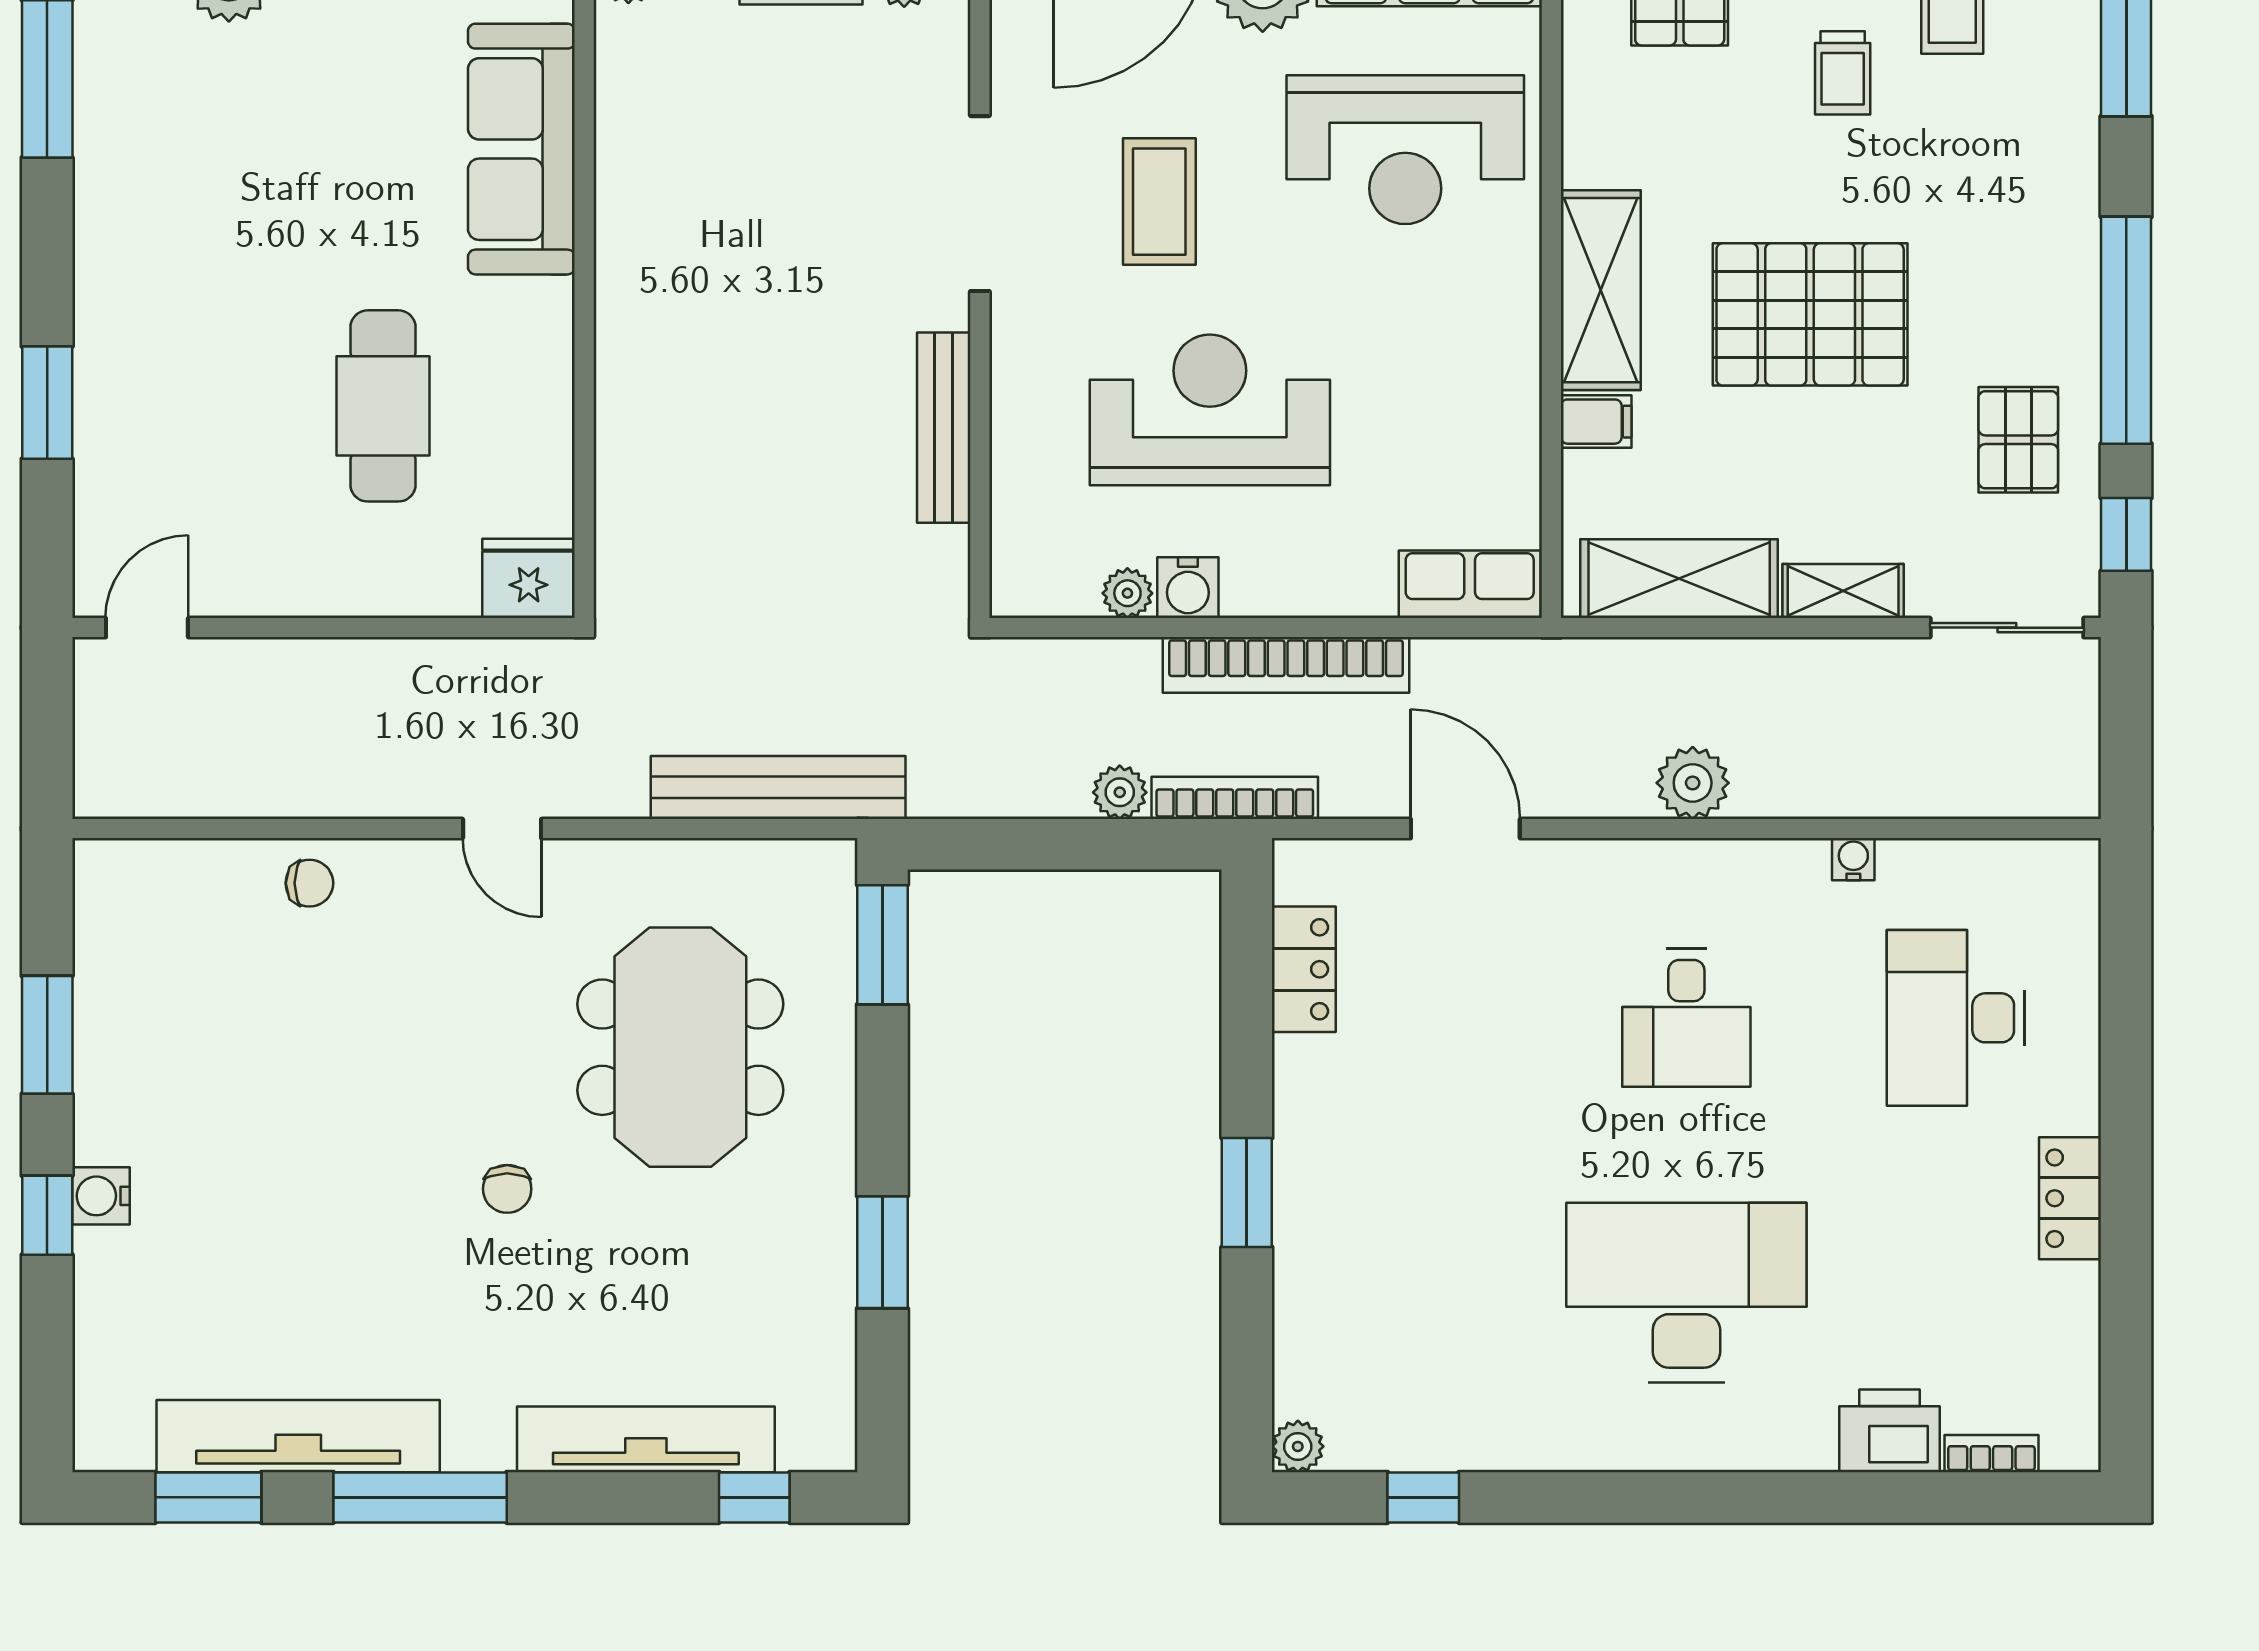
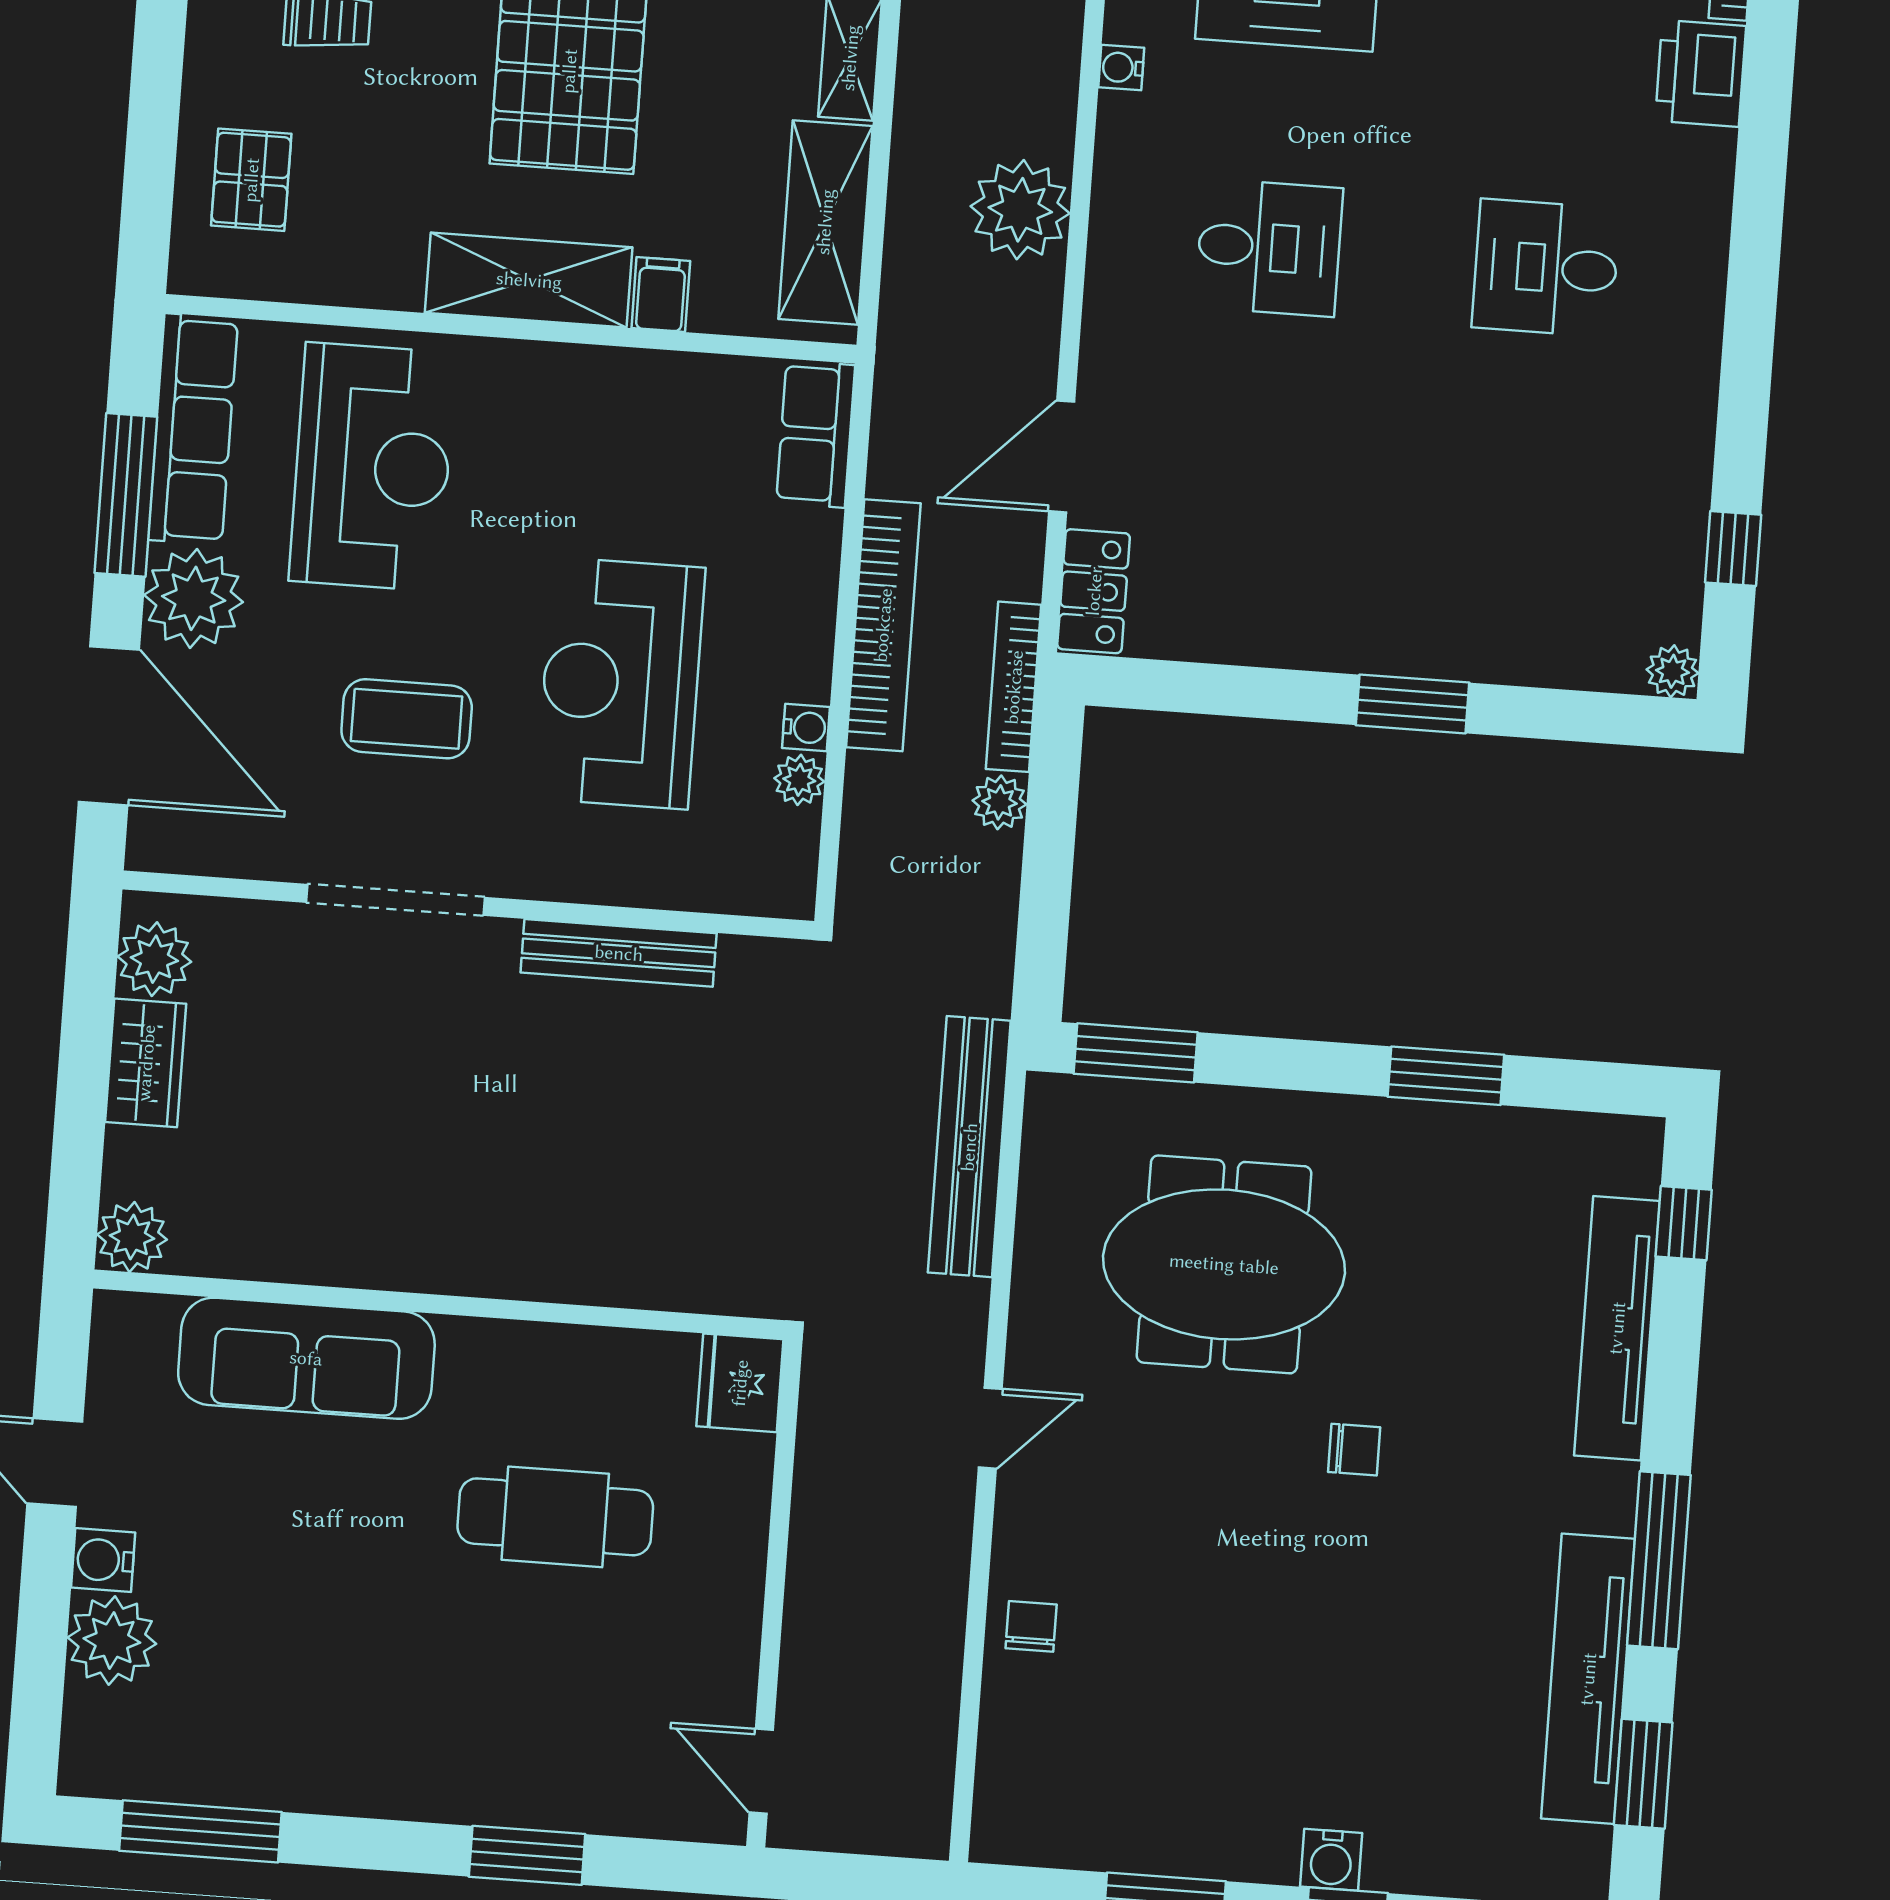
water cooler: (1188, 588) -> (806, 728), width x0.72, depth x0.72
plant: (1693, 783) -> (1020, 210), width x1.36, depth x1.36
locker: (1304, 969) -> (1094, 591), moved, turned 90
desk: (1686, 1292) -> (1546, 268), width x0.53, depth x0.77

